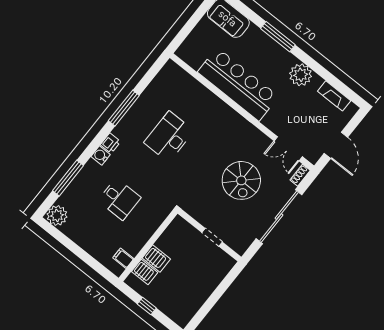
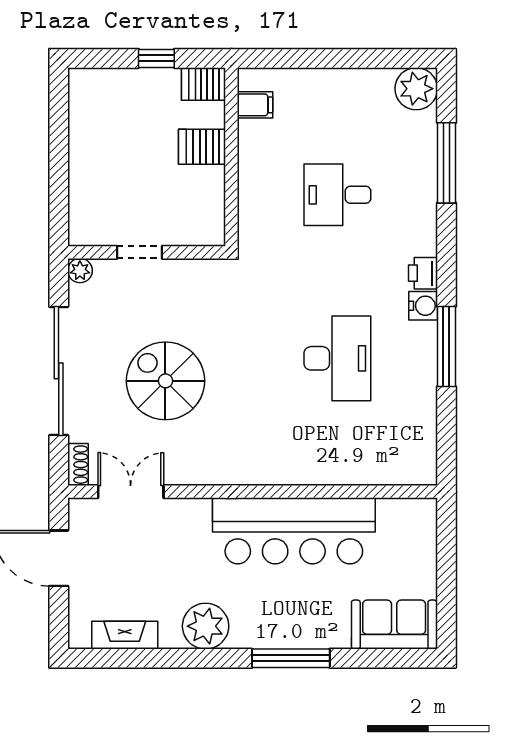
water cooler: (101, 156) -> (423, 306), moved
plant: (240, 248) -> (80, 271), added
server rack: (145, 272) -> (203, 84), moved

